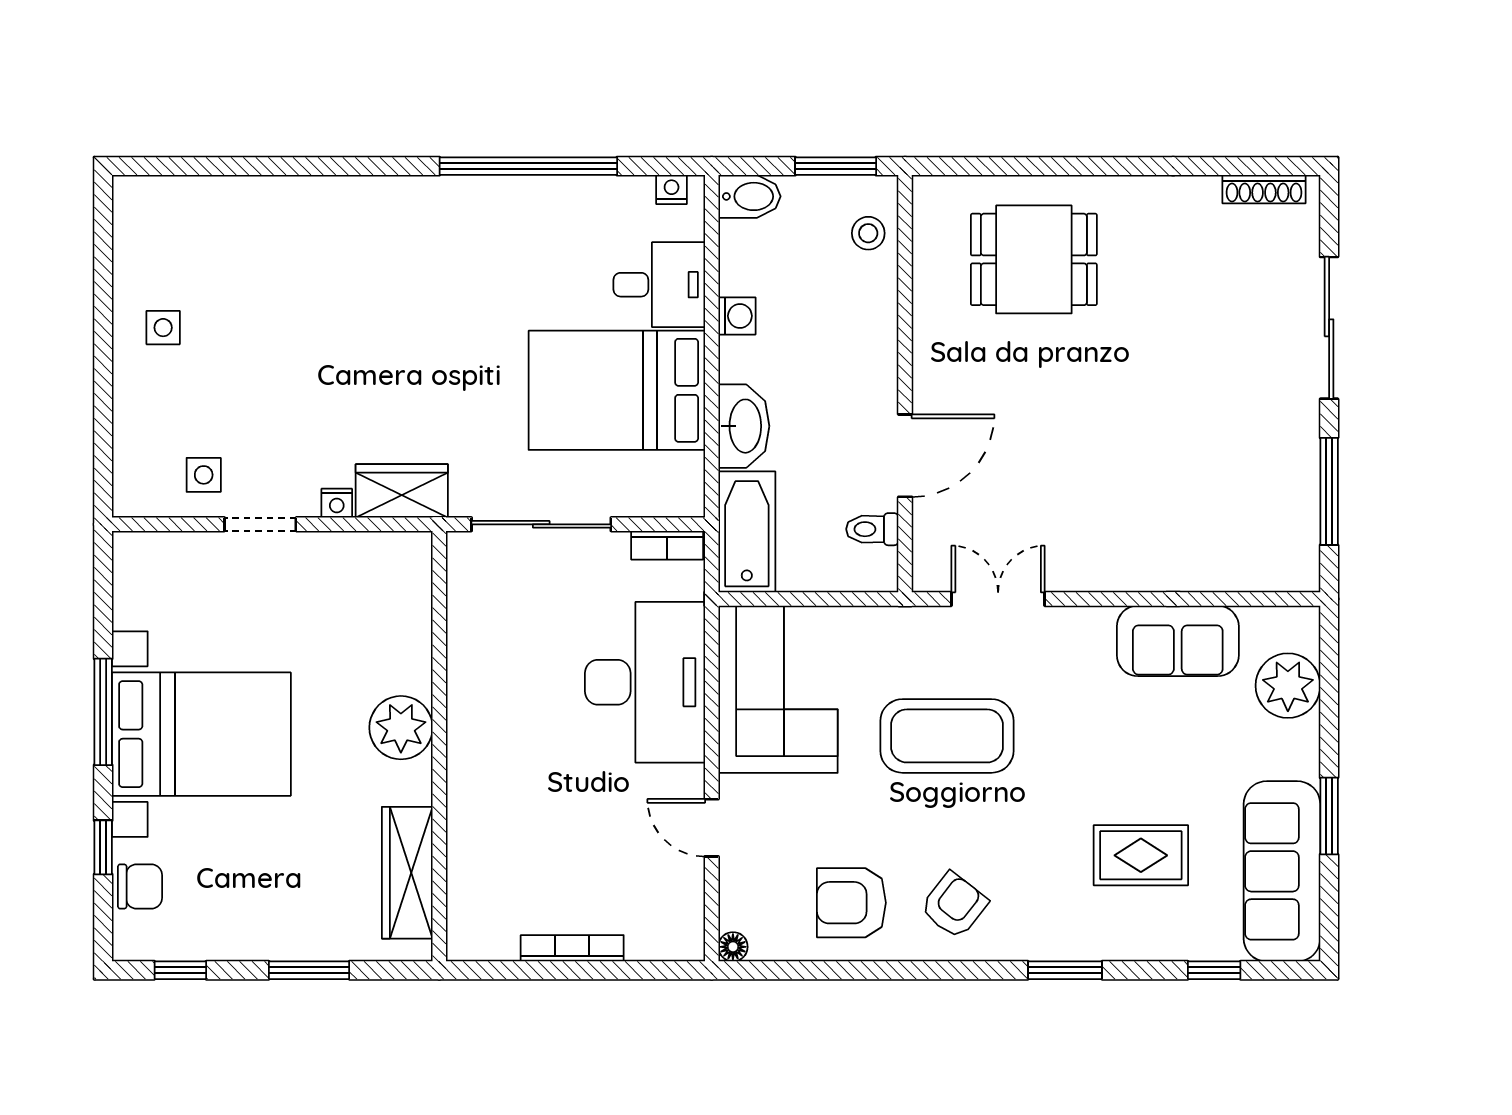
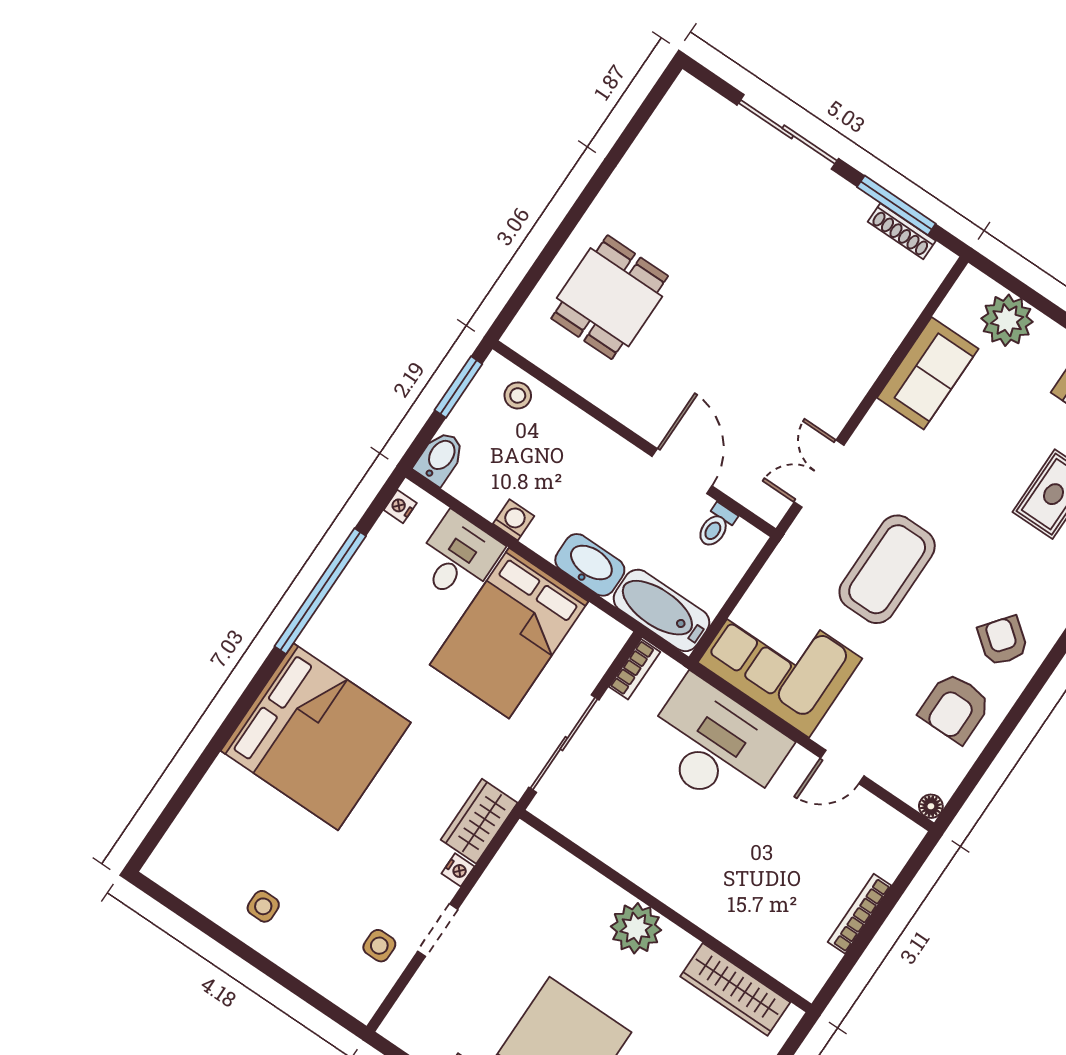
shoe rack: (1264, 189) -> (902, 231), moved, turned 90
bed: (375, 263) -> (316, 737), added

